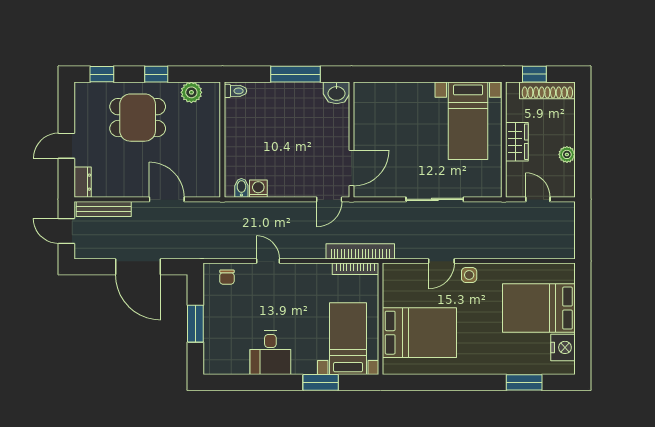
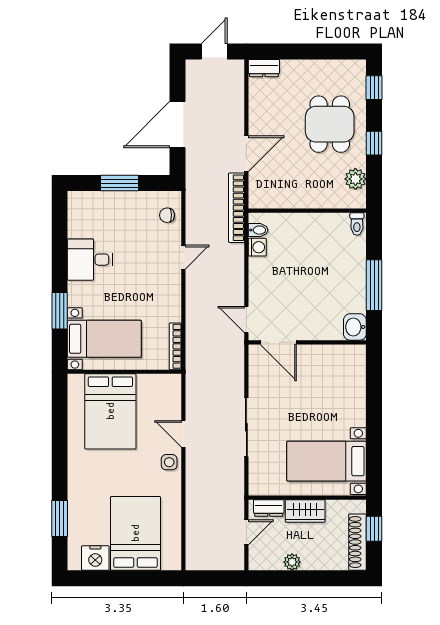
door: (66, 146) -> (301, 51), removed
dresser: (514, 177) -> (269, 508), added
bench: (104, 209) -> (237, 90), removed
bookcase: (360, 251) -> (236, 208), moved, turned 180

